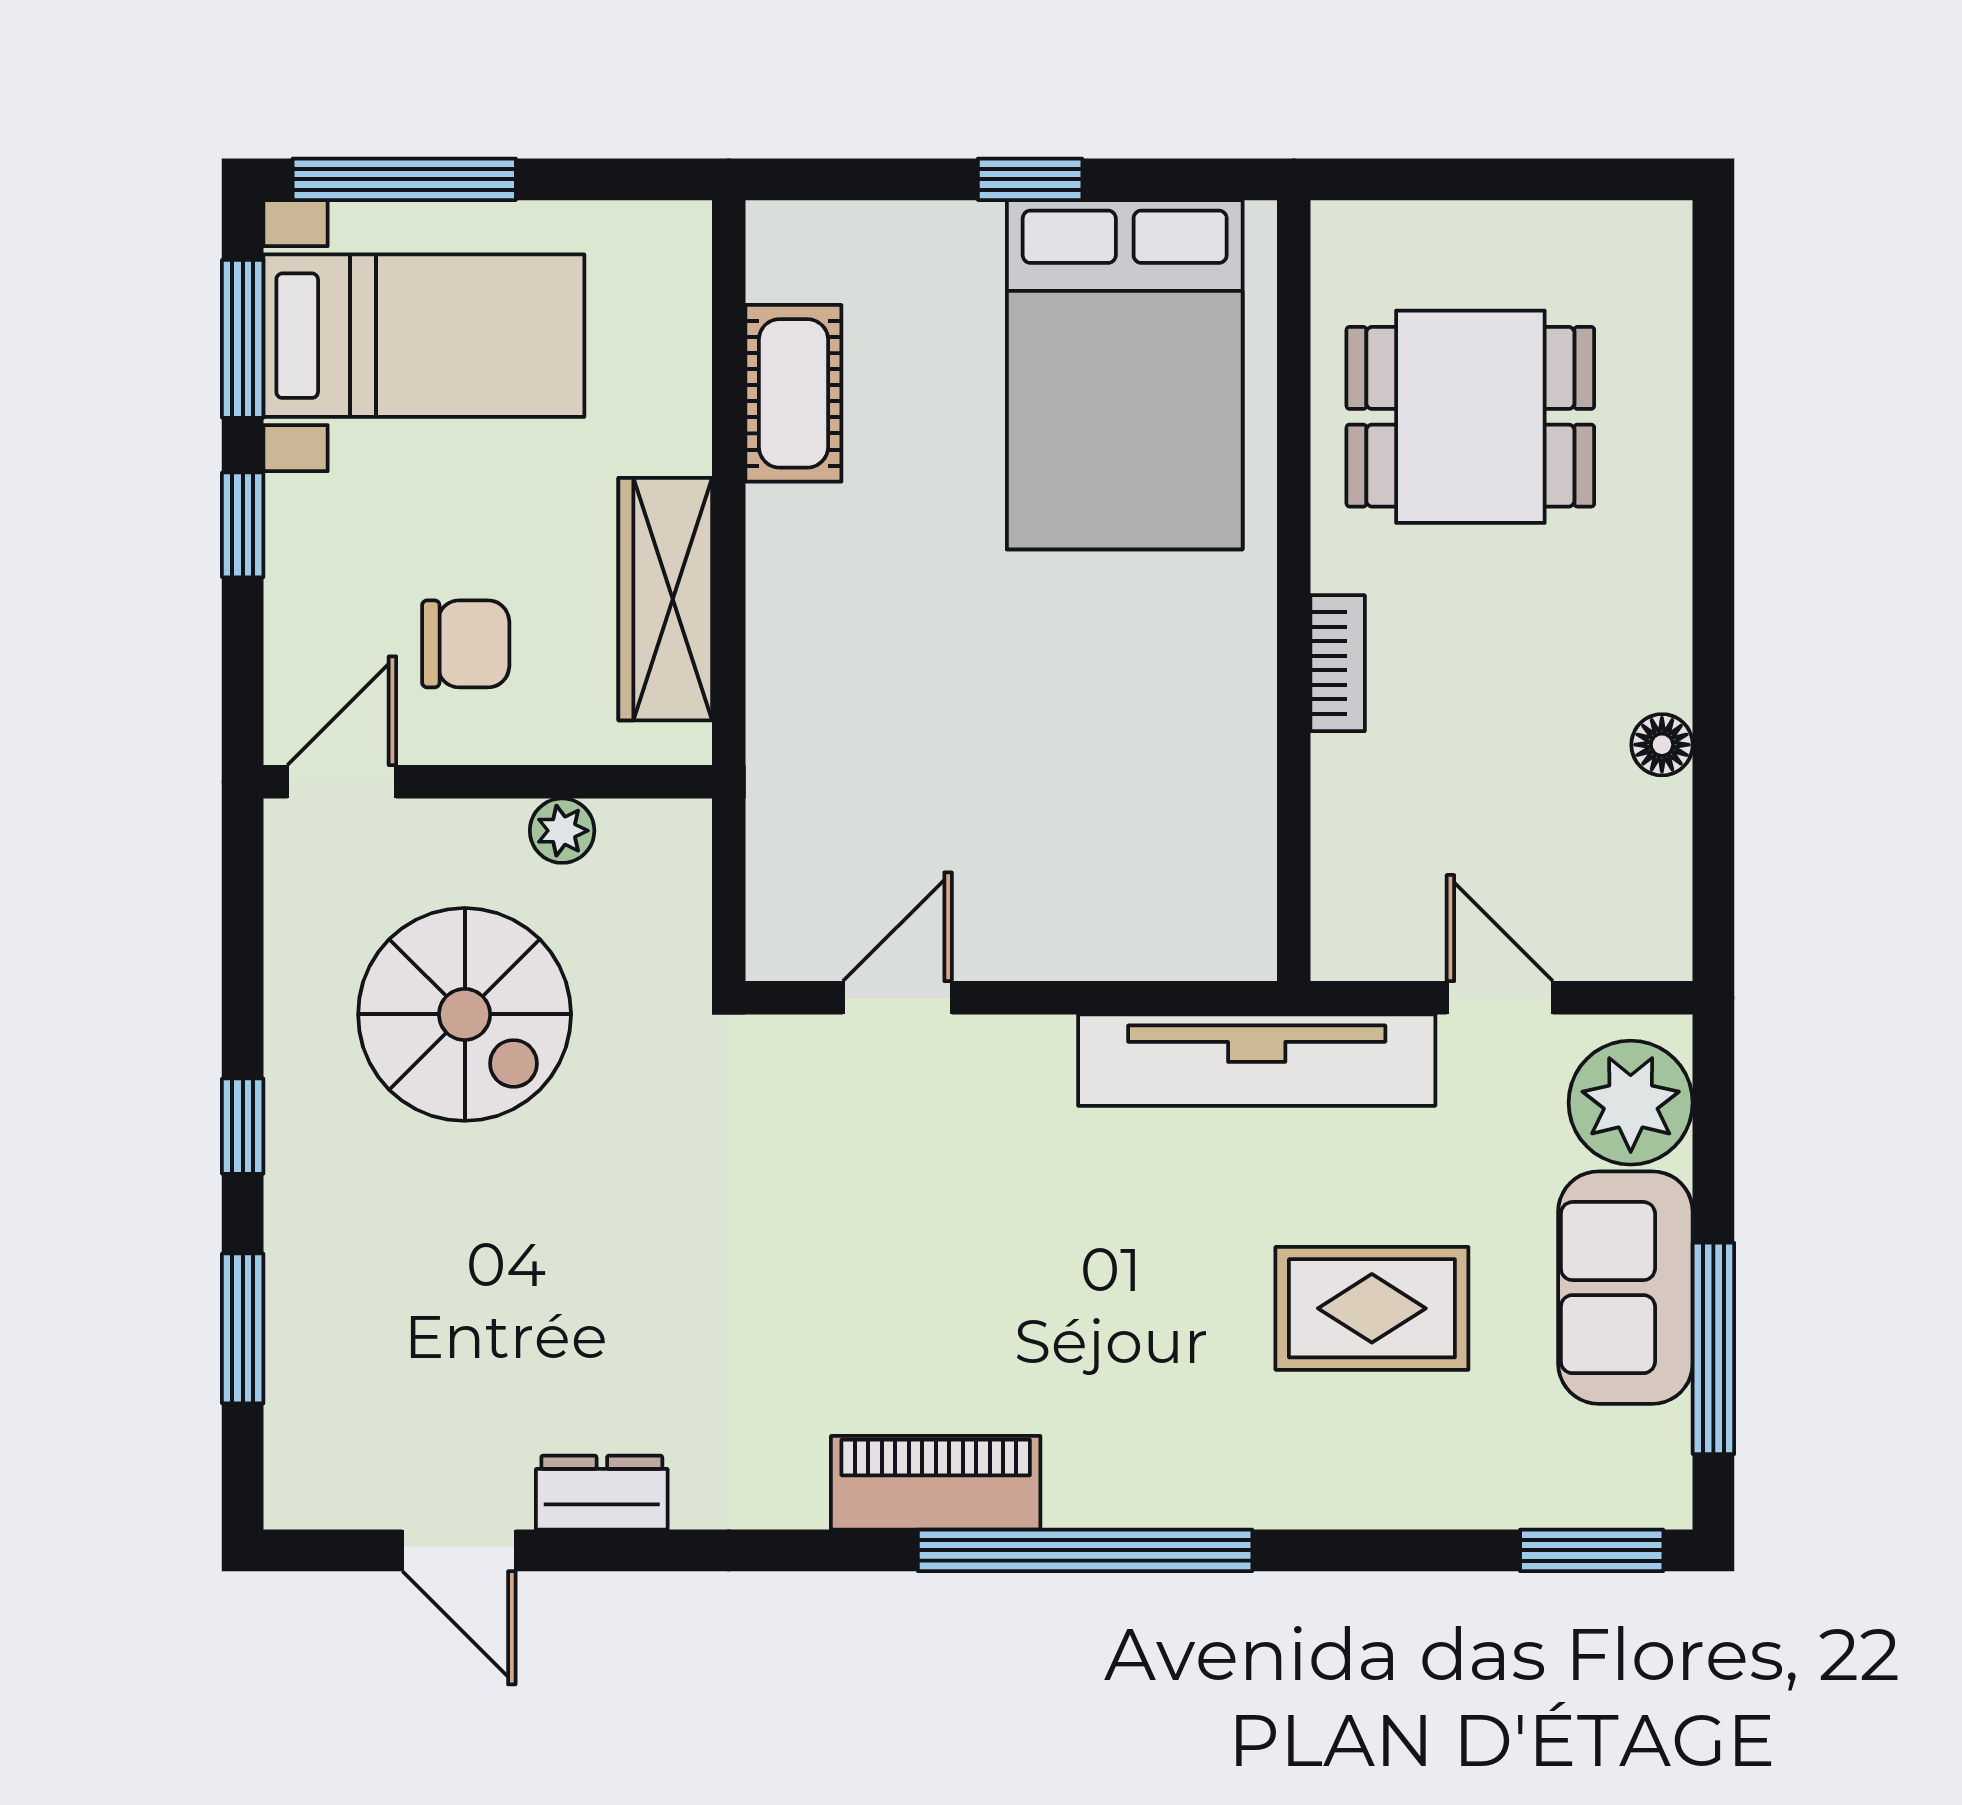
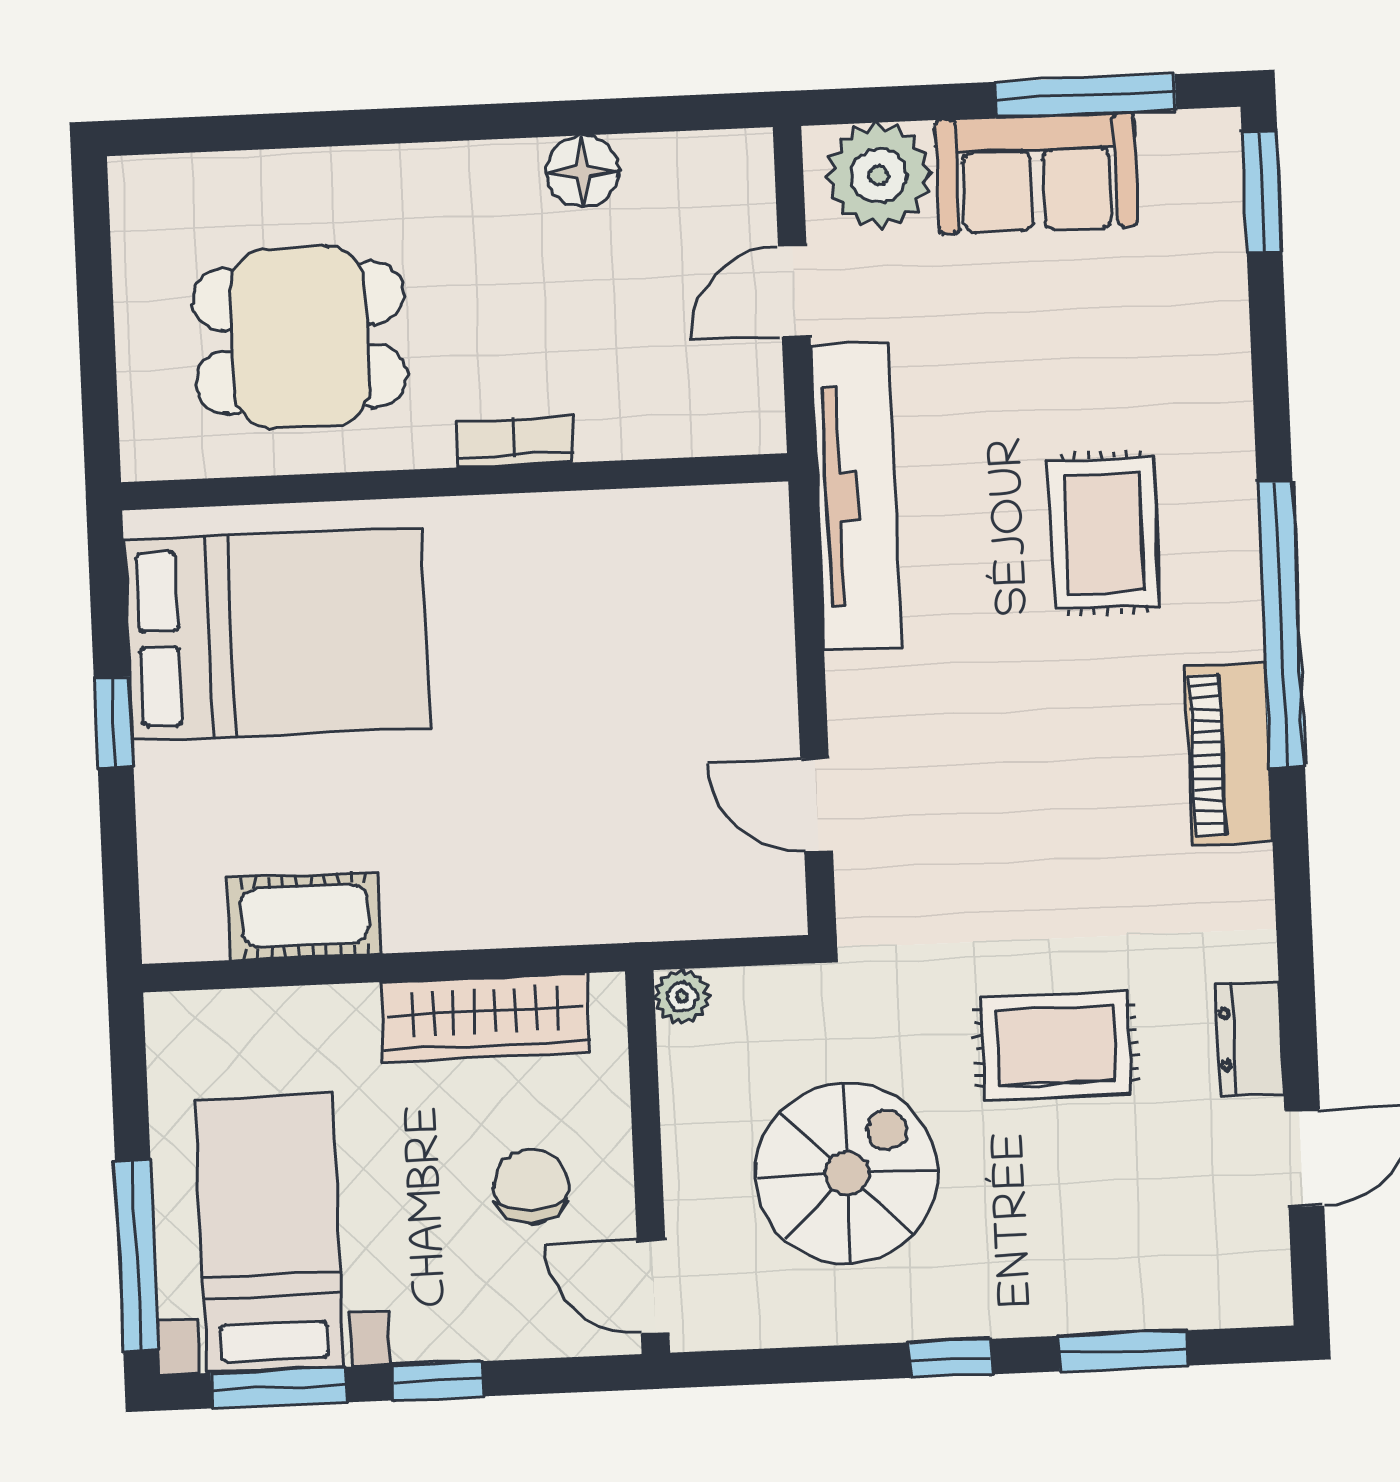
dining table: (1470, 417) -> (300, 338), turned 90
floor lamp: (1662, 745) -> (582, 171), width x1.37, depth x1.37
plant: (562, 831) -> (682, 996), moved
rug: (603, 1265) -> (1056, 1046), added
rug: (1372, 1308) -> (1104, 533), moved

